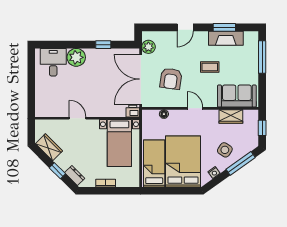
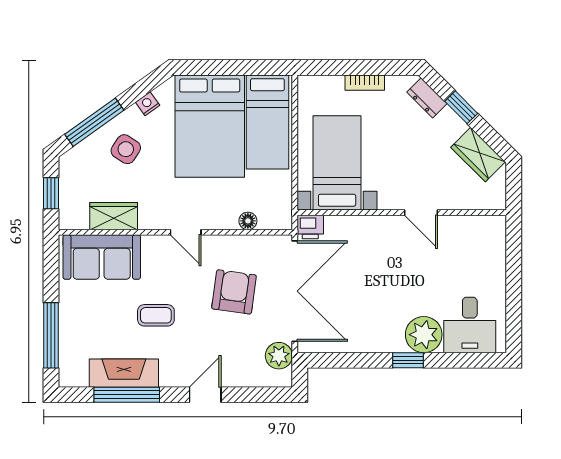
window: (224, 27) -> (127, 395), width x1.44
window: (103, 45) -> (408, 360), moved

